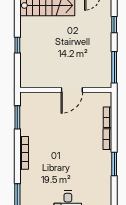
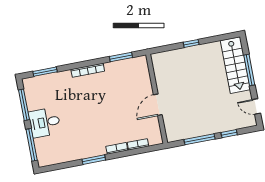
window: (114, 67) -> (199, 139), moved
door: (72, 90) -> (158, 105), hinge flipped

